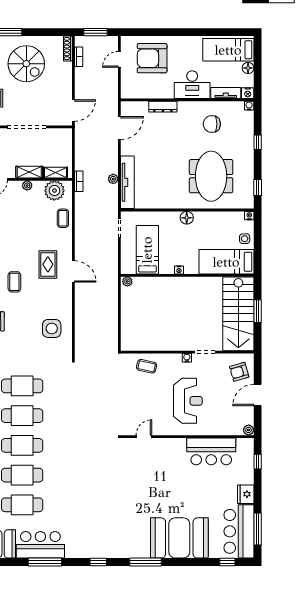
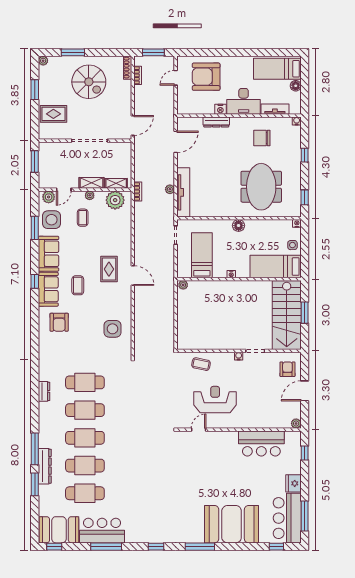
nightstand: (248, 93) -> (220, 109), moved
coffee table: (63, 218) -> (83, 218), moved
armchair: (239, 372) -> (287, 369), turned 106
reception desk: (188, 401) -> (215, 400), moved, turned -90

